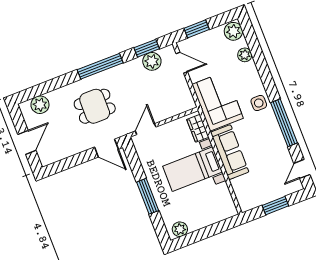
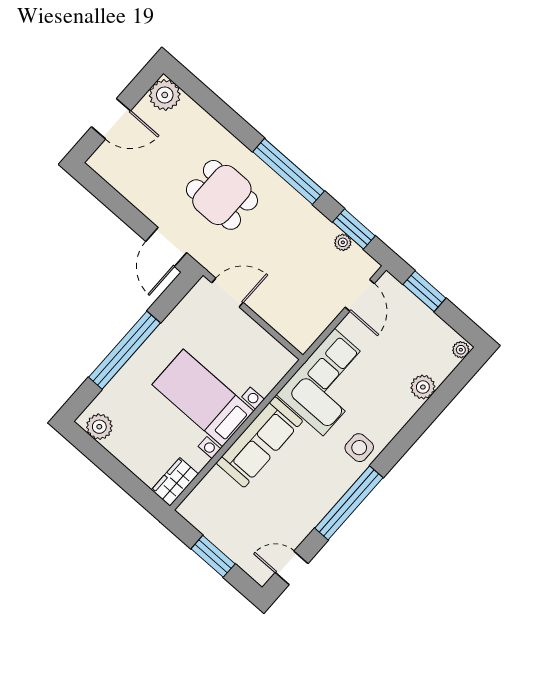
plant: (233, 31) -> (461, 350), width x0.53, depth x0.53
plant: (152, 61) -> (343, 242), width x0.53, depth x0.53
plant: (40, 105) -> (165, 95), moved
wardrobe: (198, 128) -> (175, 482), moved
window: (148, 196) -> (124, 350), width x1.46

